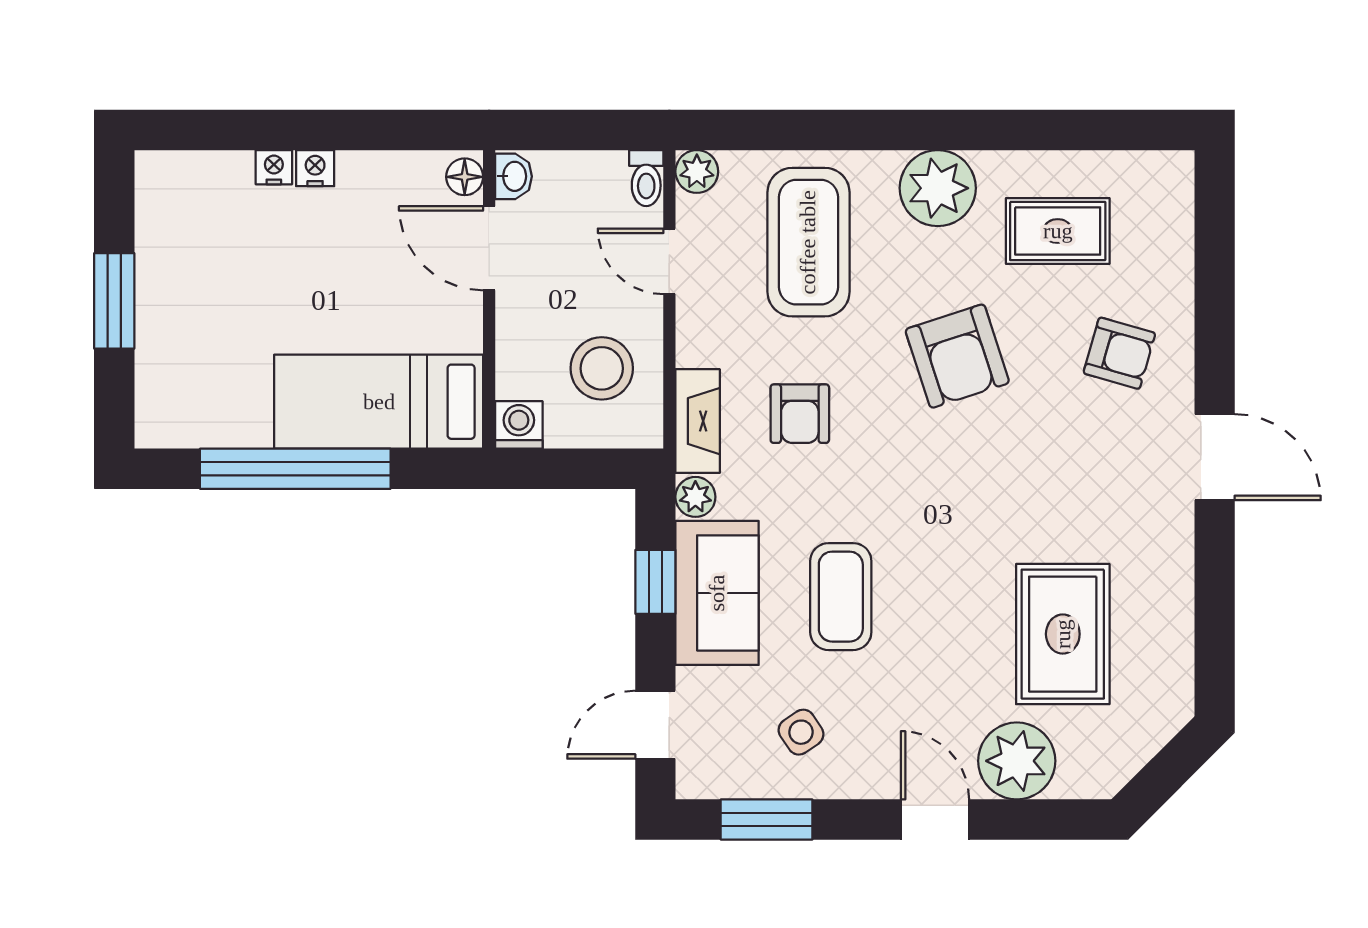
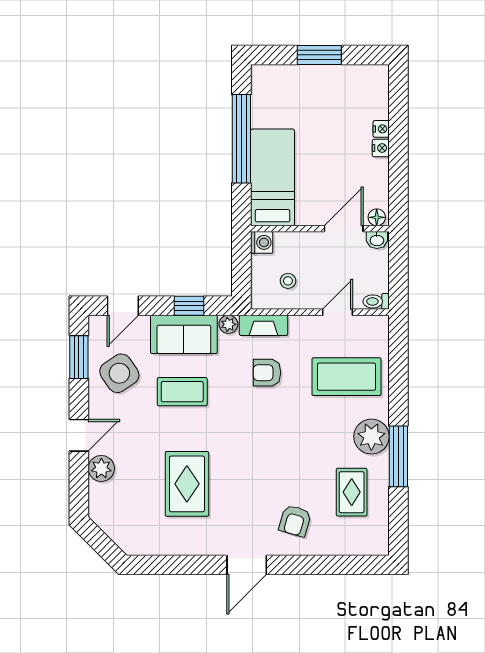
window: (980, 130) -> (398, 456), added
plant: (697, 171) -> (379, 325), removed
armchair: (957, 356) -> (294, 446), removed
stool: (602, 368) -> (288, 281), width x0.53, depth x0.53
rug: (1063, 634) -> (187, 484), moved, turned 90
door: (655, 725) -> (123, 306), swing flipped
side table: (801, 732) -> (119, 373), width x1.87, depth x1.87
plant: (1017, 761) -> (101, 468), width x0.73, depth x0.73

